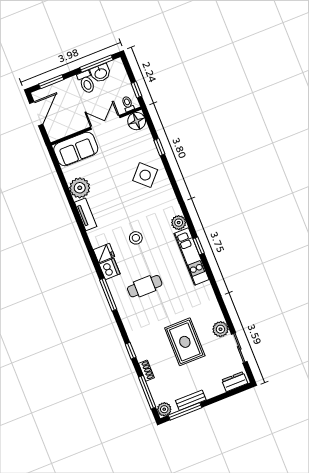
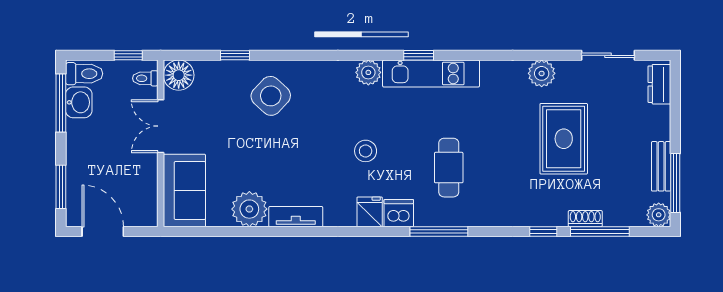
toilet: (86, 82) -> (84, 74), moved
plant: (220, 329) -> (542, 73), moved
rug: (185, 342) -> (564, 139), turned 90
window: (147, 392) -> (600, 231), moved

